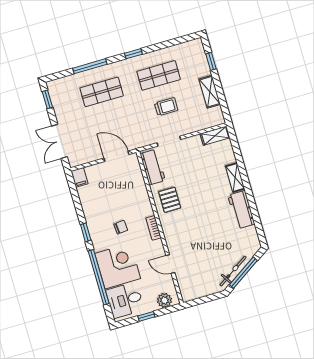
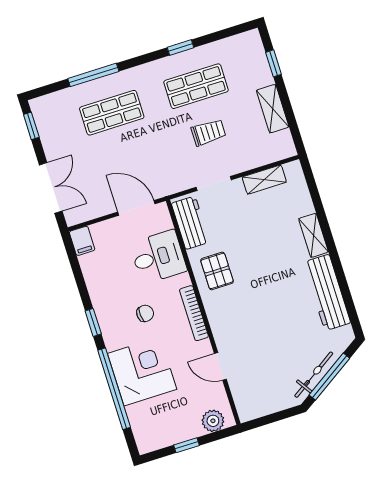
window: (133, 54) -> (180, 47), moved
shelving: (215, 136) -> (264, 180), moved
double door: (59, 141) -> (51, 188), swing flipped
workbench: (241, 210) -> (327, 292), width x1.38
bookcase: (154, 228) -> (194, 313), width x1.56
desk: (125, 300) -> (158, 257), moved, turned 180

